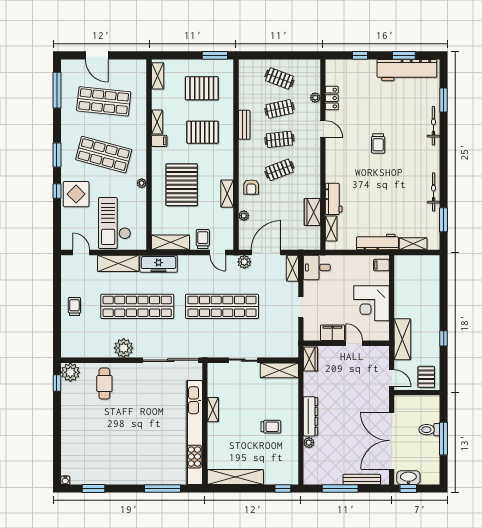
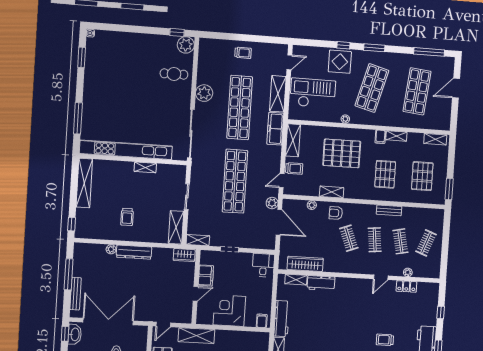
trolley: (378, 143) -> (385, 340), moved
wardrobe: (312, 212) -> (305, 264), width x1.50
shelving: (292, 268) -> (198, 240), moved

